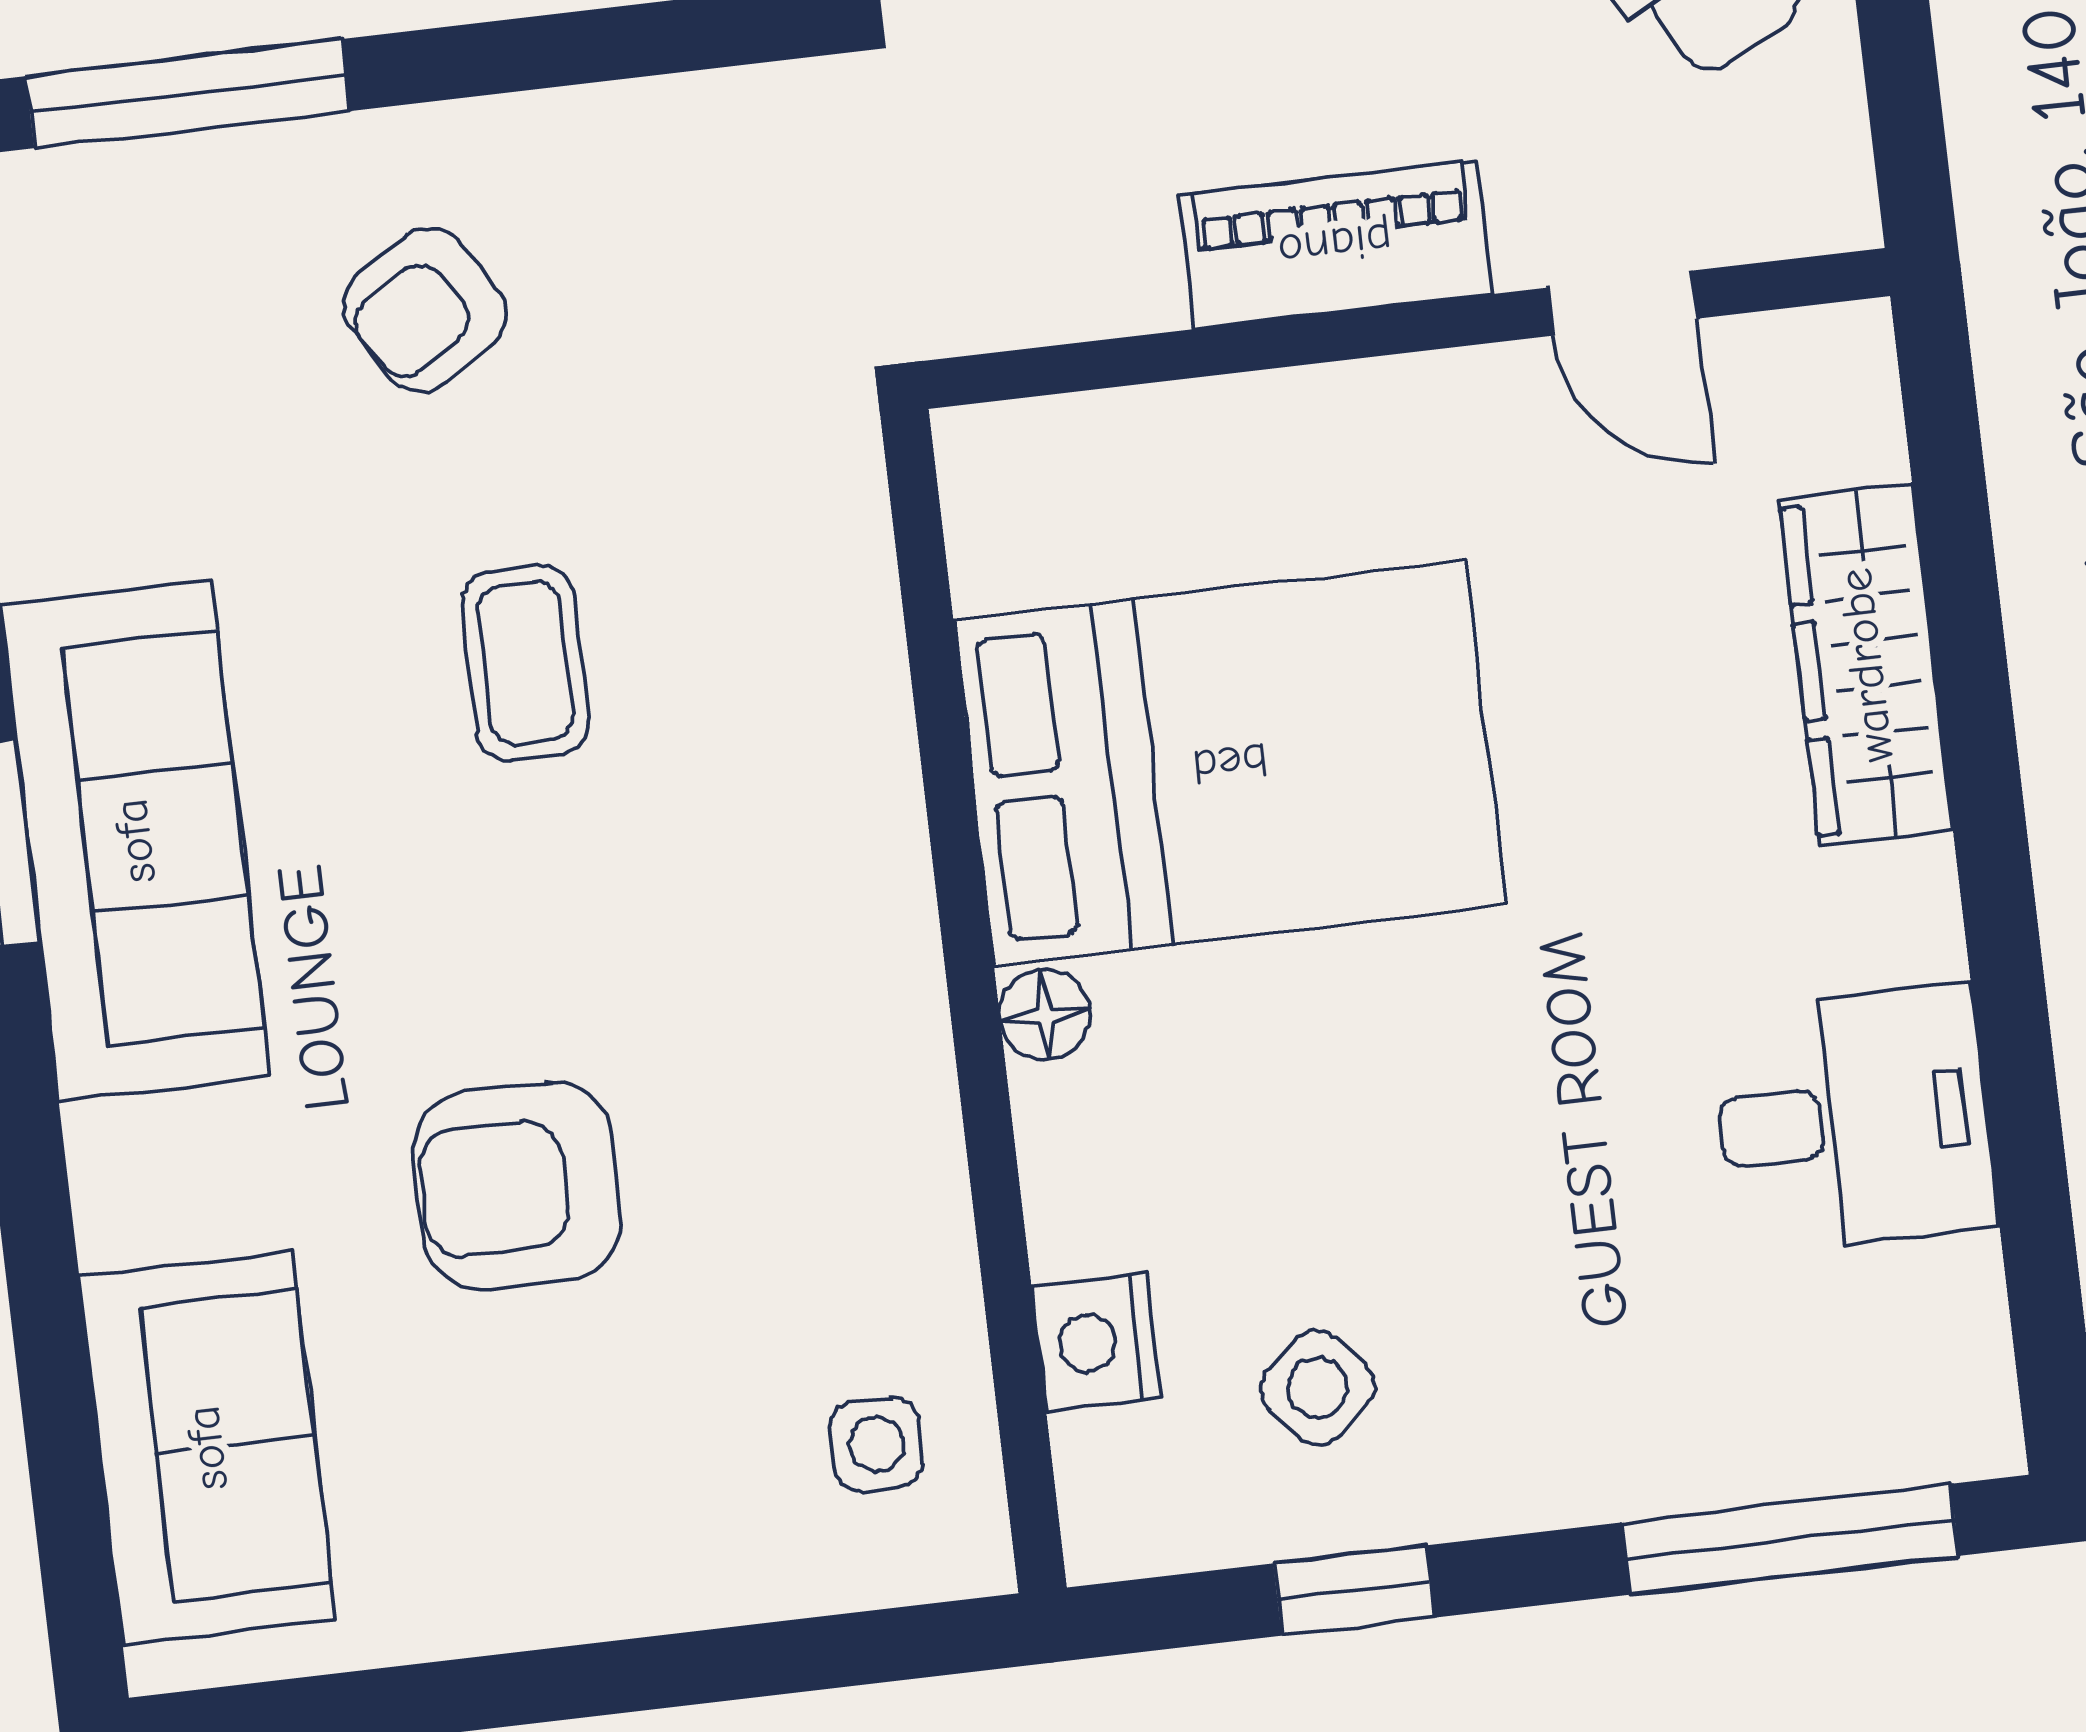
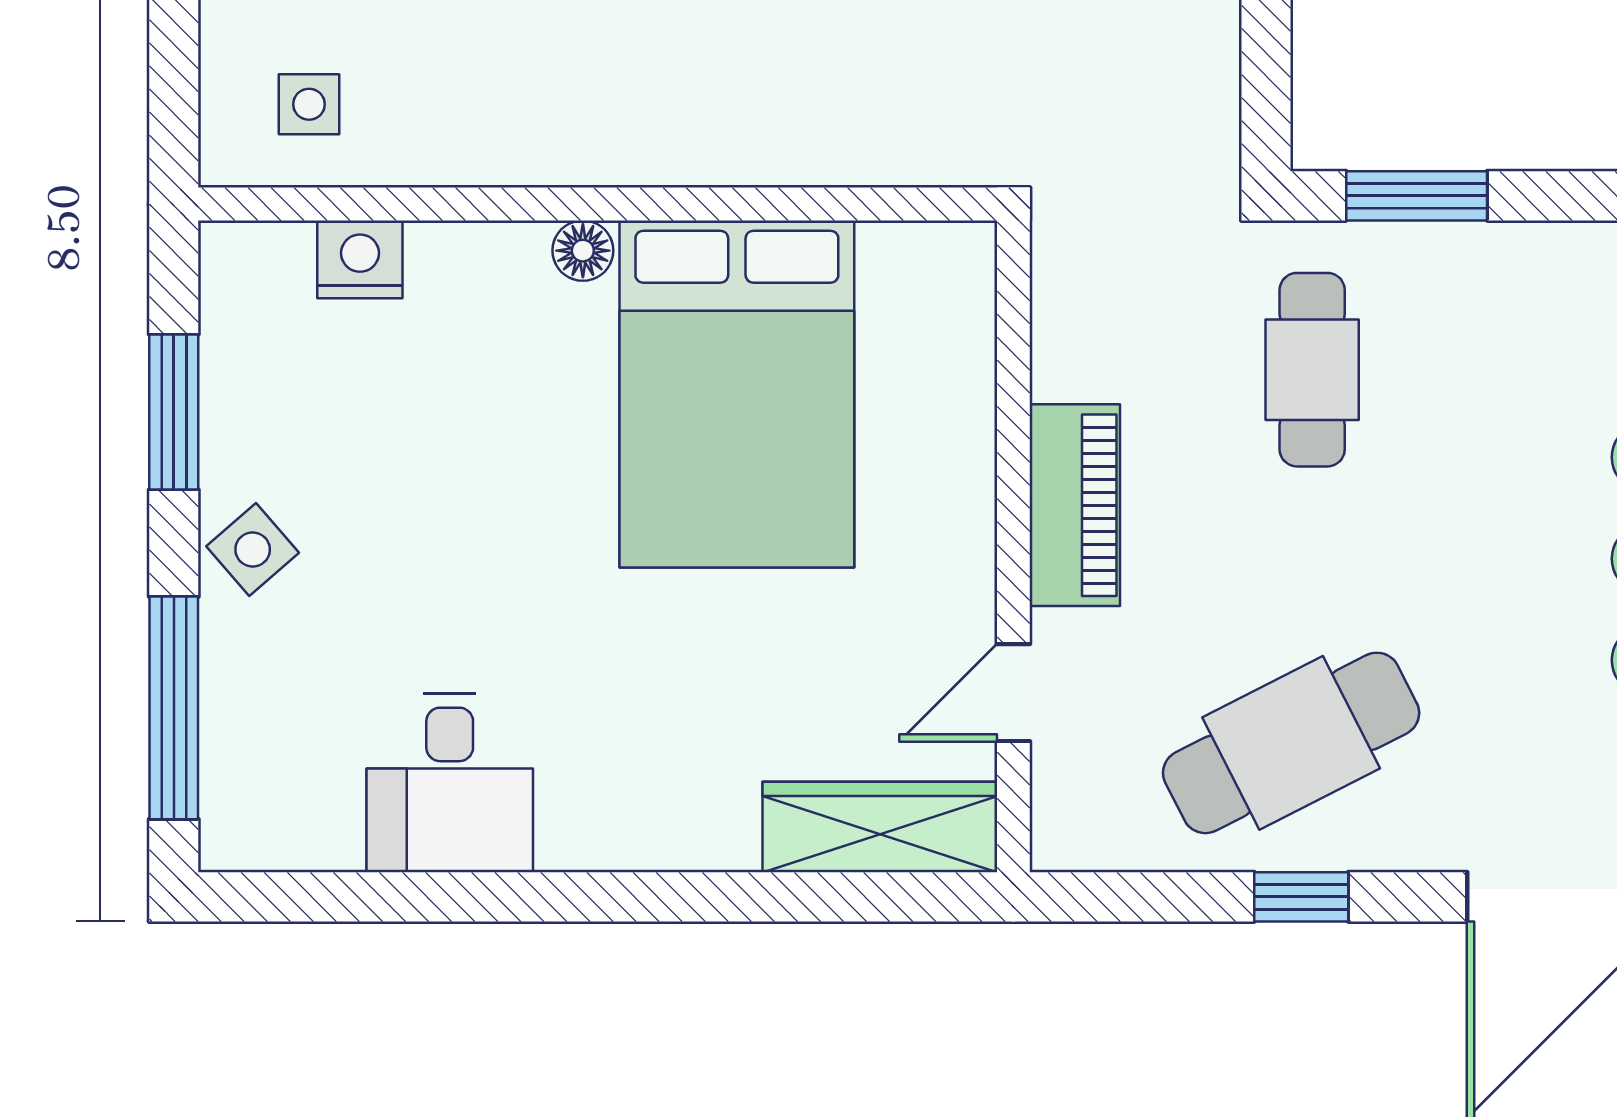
wardrobe: (1866, 665) -> (880, 827), moved
side table: (1318, 1388) -> (253, 550), moved
window: (1354, 1590) -> (174, 412), width x1.50

